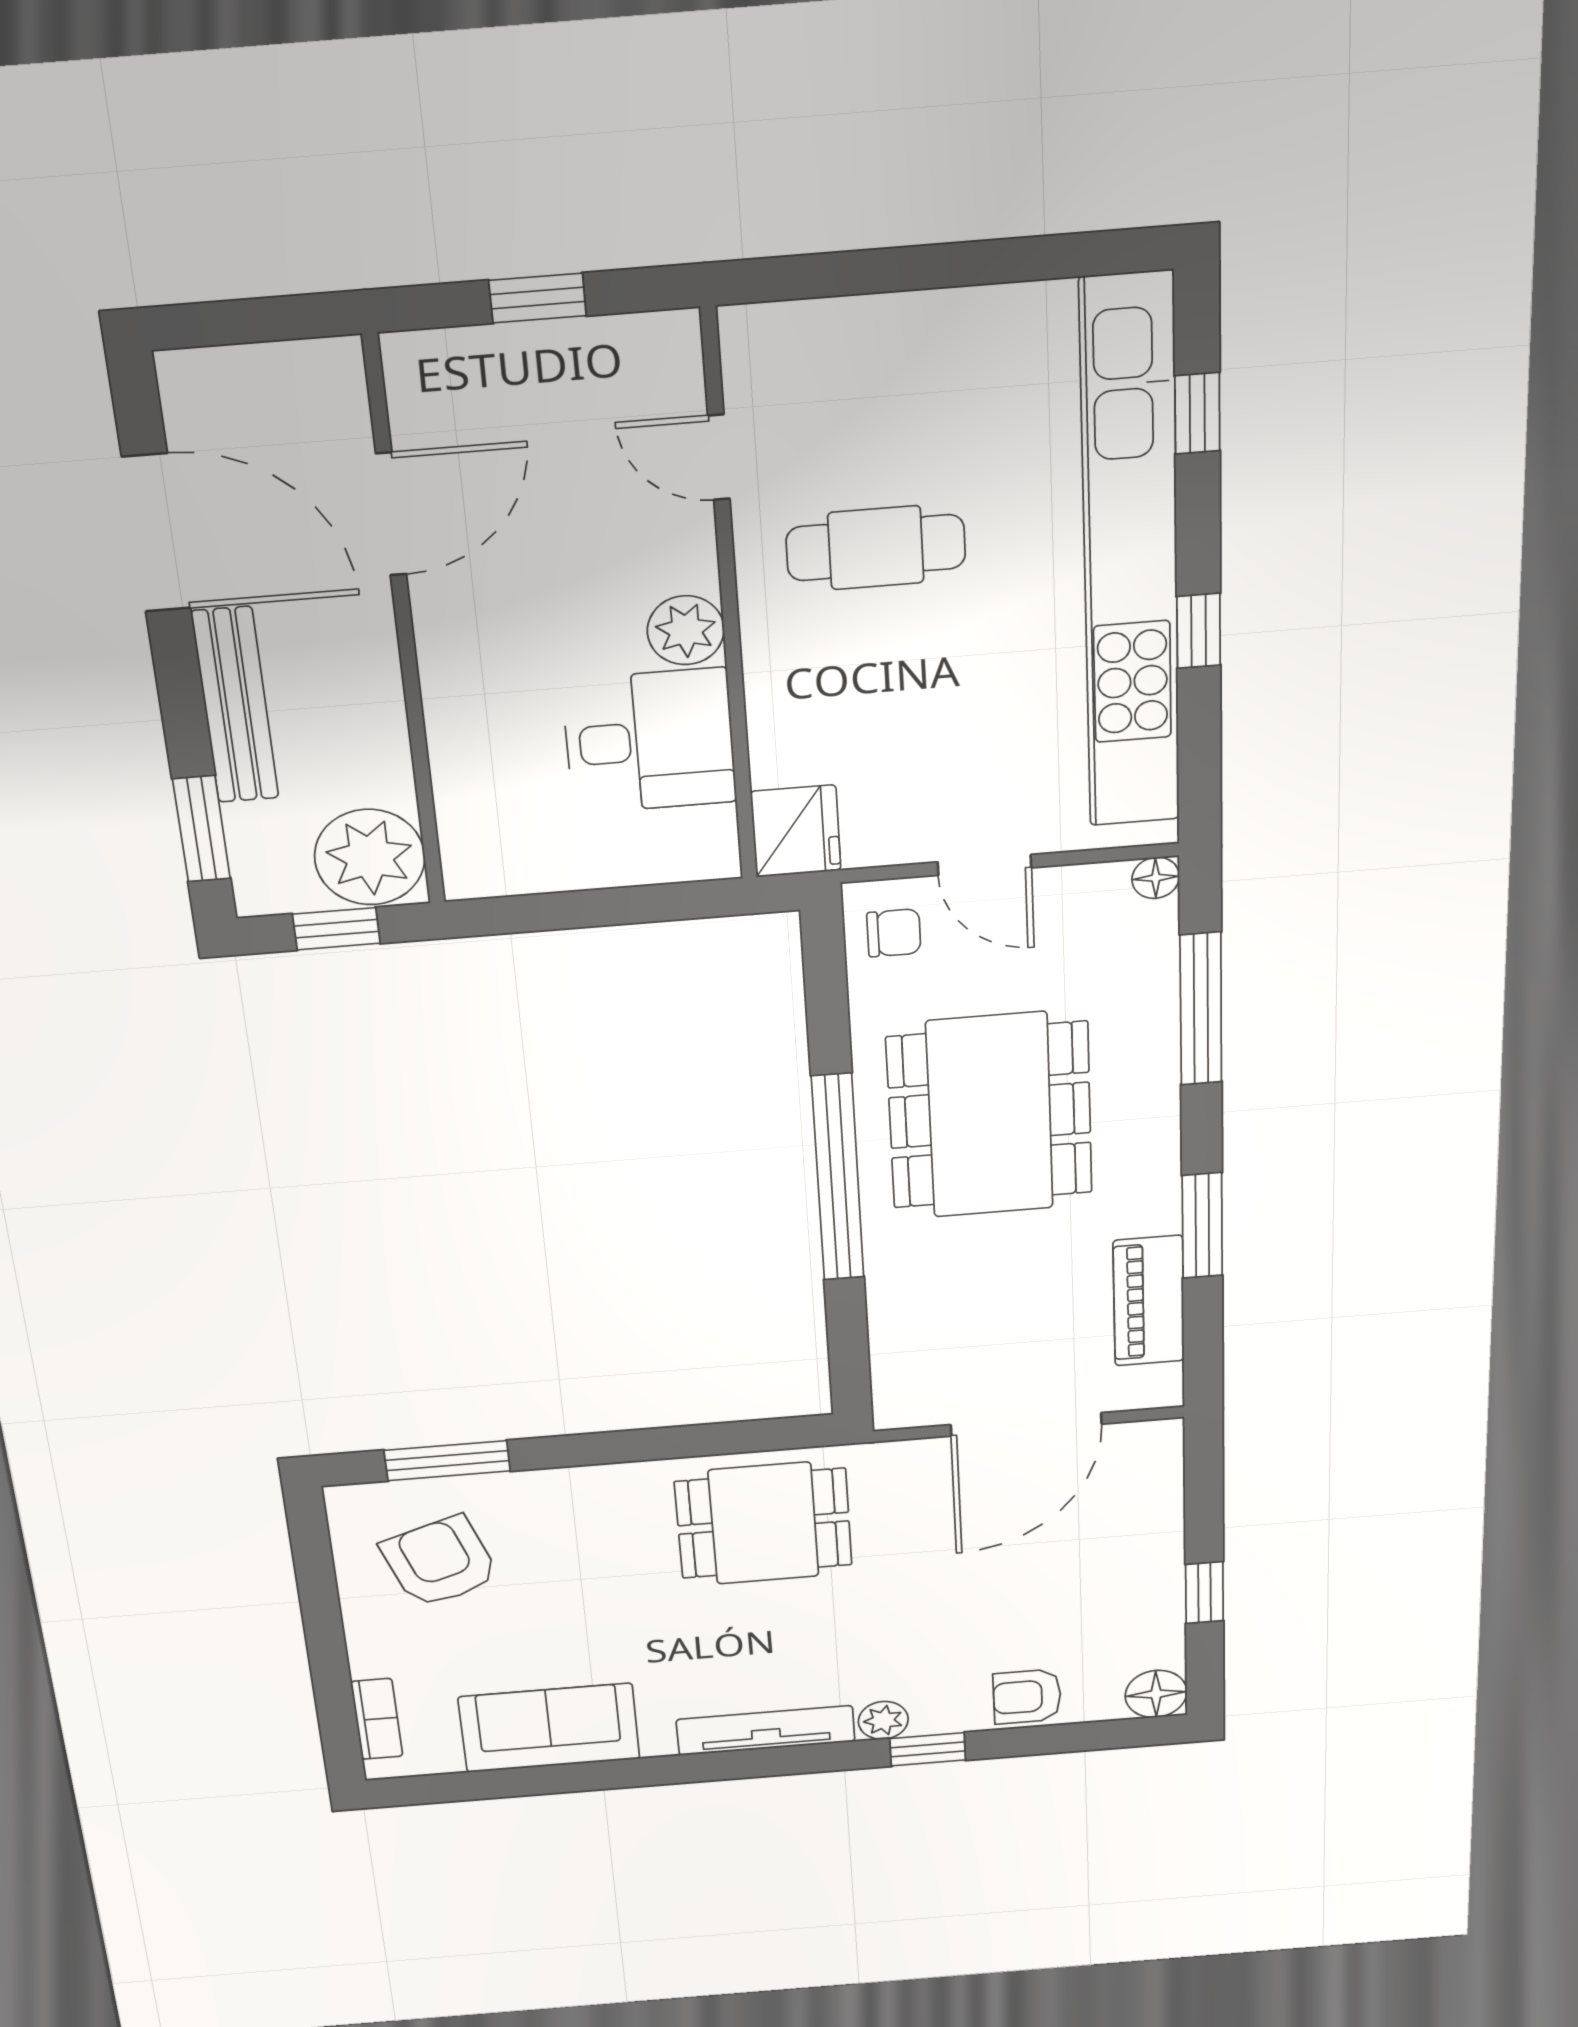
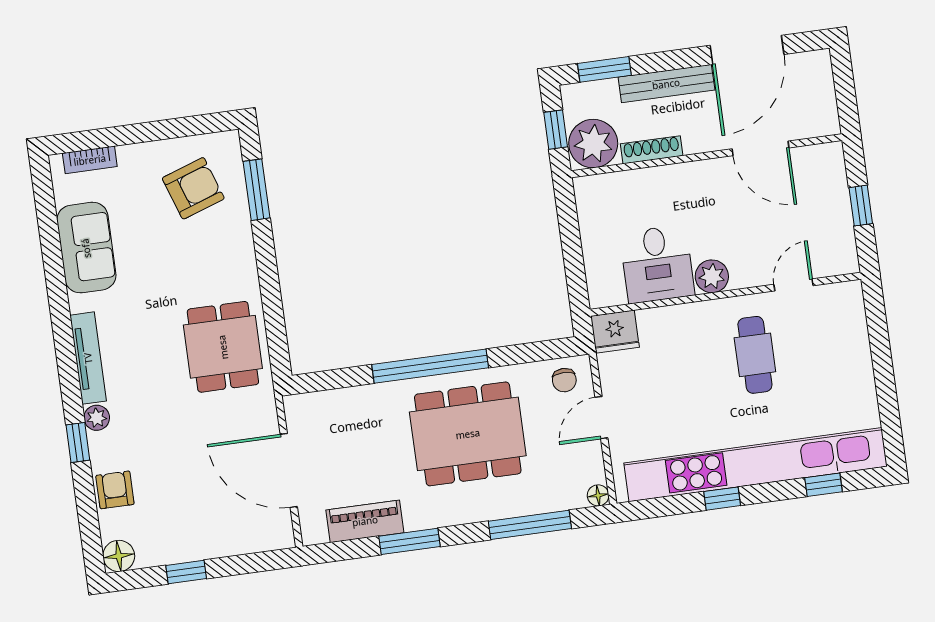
shoe rack: (387, 742) -> (652, 150), added

